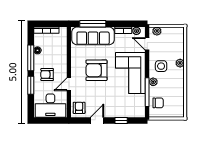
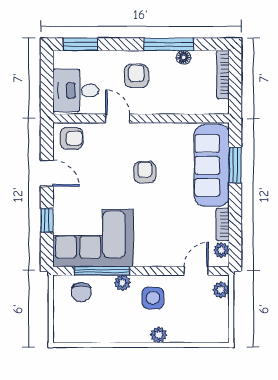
window: (93, 24) -> (235, 165), width x0.69
armchair: (97, 70) -> (145, 172), width x0.53, depth x0.53
corner sofa: (130, 73) -> (93, 238), moved
window: (31, 85) -> (80, 44), moved
desk: (50, 106) -> (76, 91), width x0.73

